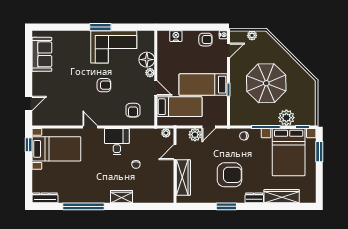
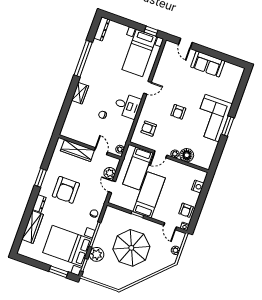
corner sofa: (114, 47) -> (212, 118), moved
sofa: (42, 54) -> (208, 64), moved

